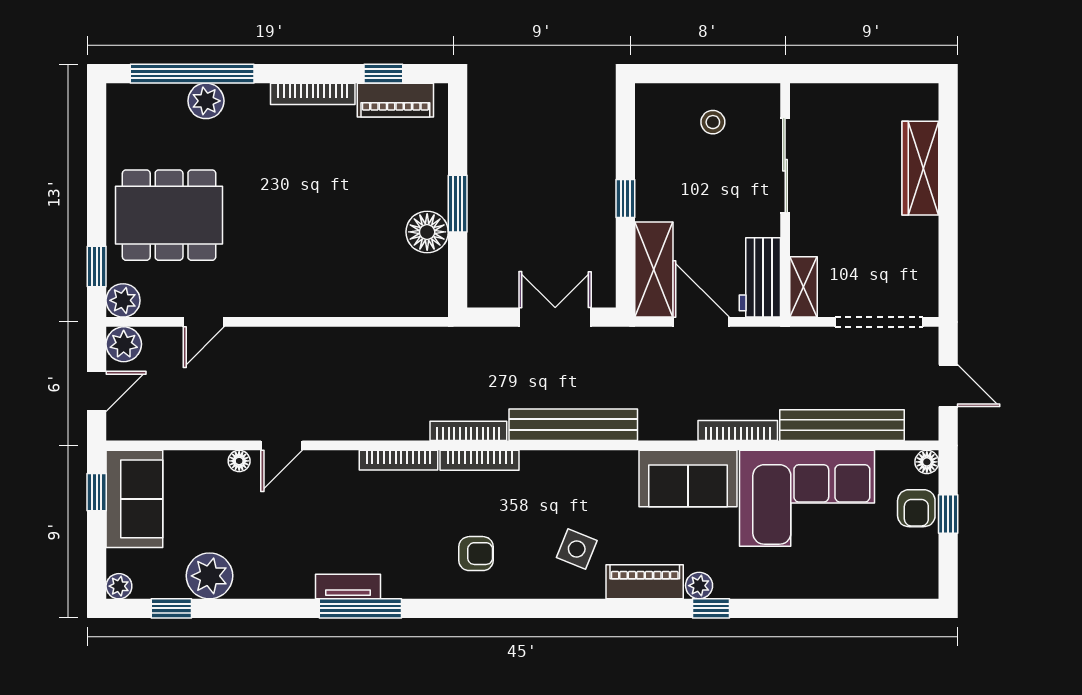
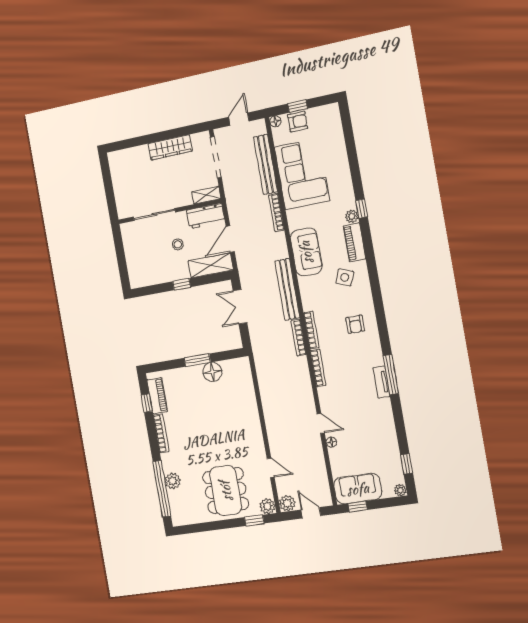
stool: (713, 122) -> (178, 244), moved
wardrobe: (920, 168) -> (170, 147), moved
sofa: (688, 478) -> (306, 252), moved
armchair: (476, 554) -> (355, 324), turned 180
plant: (209, 576) -> (388, 448), removed

